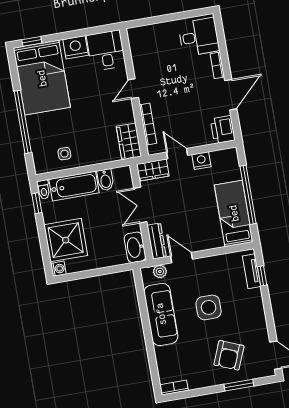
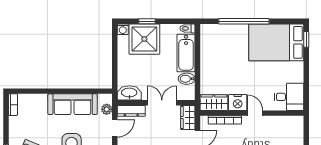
nightstand: (76, 47) -> (238, 102), moved, turned 90
side table: (64, 154) -> (213, 50), removed
window: (37, 203) -> (147, 21), moved

